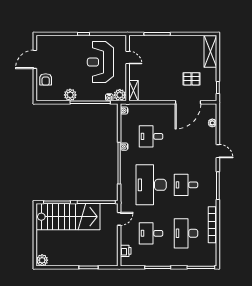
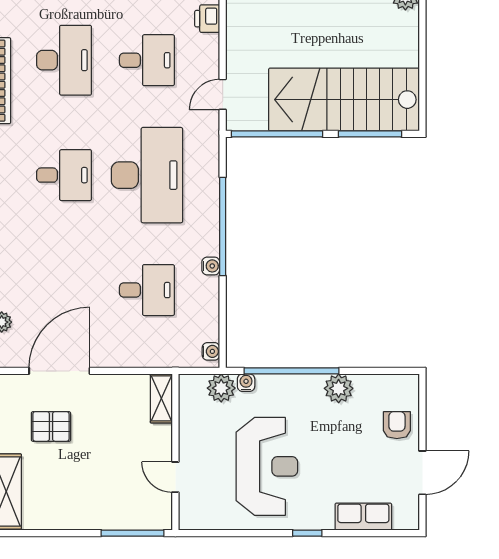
row of seats: (60, 41) -> (363, 517), added
door: (128, 58) -> (175, 477), moved
wall: (128, 68) -> (175, 452), moved
shelving: (133, 91) -> (161, 398), moved

